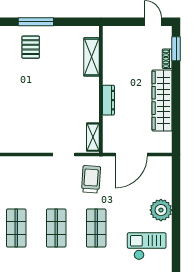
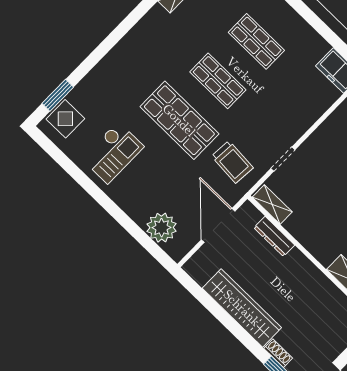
dresser: (108, 100) -> (274, 236), moved
plant: (161, 210) -> (162, 228), moved
shop shelf: (96, 228) -> (179, 120), width x1.43, depth x1.36

